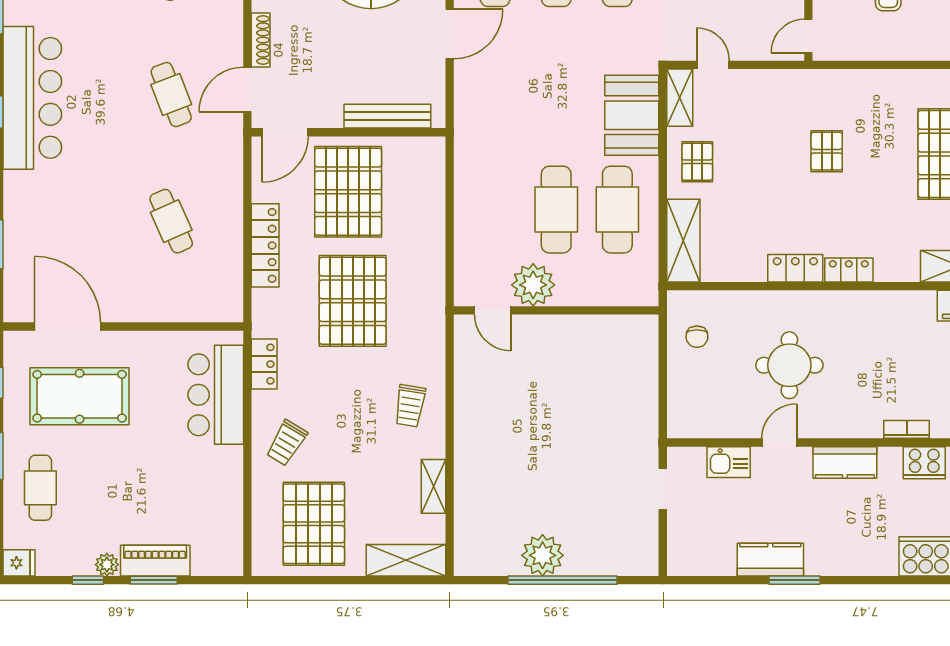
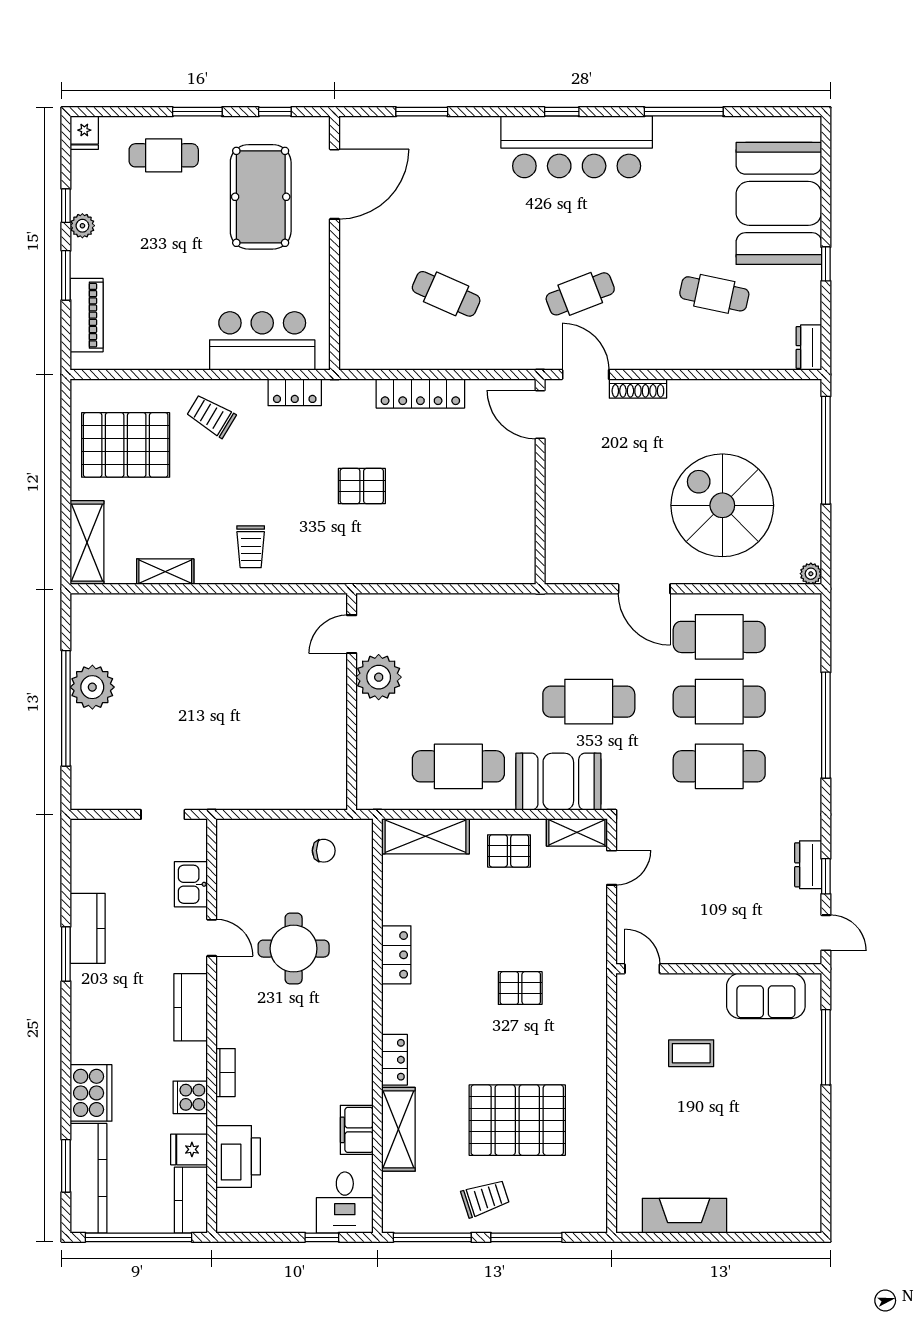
bench: (387, 116) -> (557, 523), removed
pallet: (348, 192) -> (477, 481), removed
cafe table: (556, 210) -> (589, 702), moved
cafe table: (171, 221) -> (446, 294), turned 48
locker: (849, 270) -> (394, 1060), moved
pallet: (353, 301) -> (362, 486), width x0.49, depth x0.50
chair: (697, 337) -> (324, 851), turned 180
trolley: (410, 406) -> (251, 547), turned -99
cooker: (924, 463) -> (190, 1097), width x0.73
piano: (155, 561) -> (87, 315), moved

